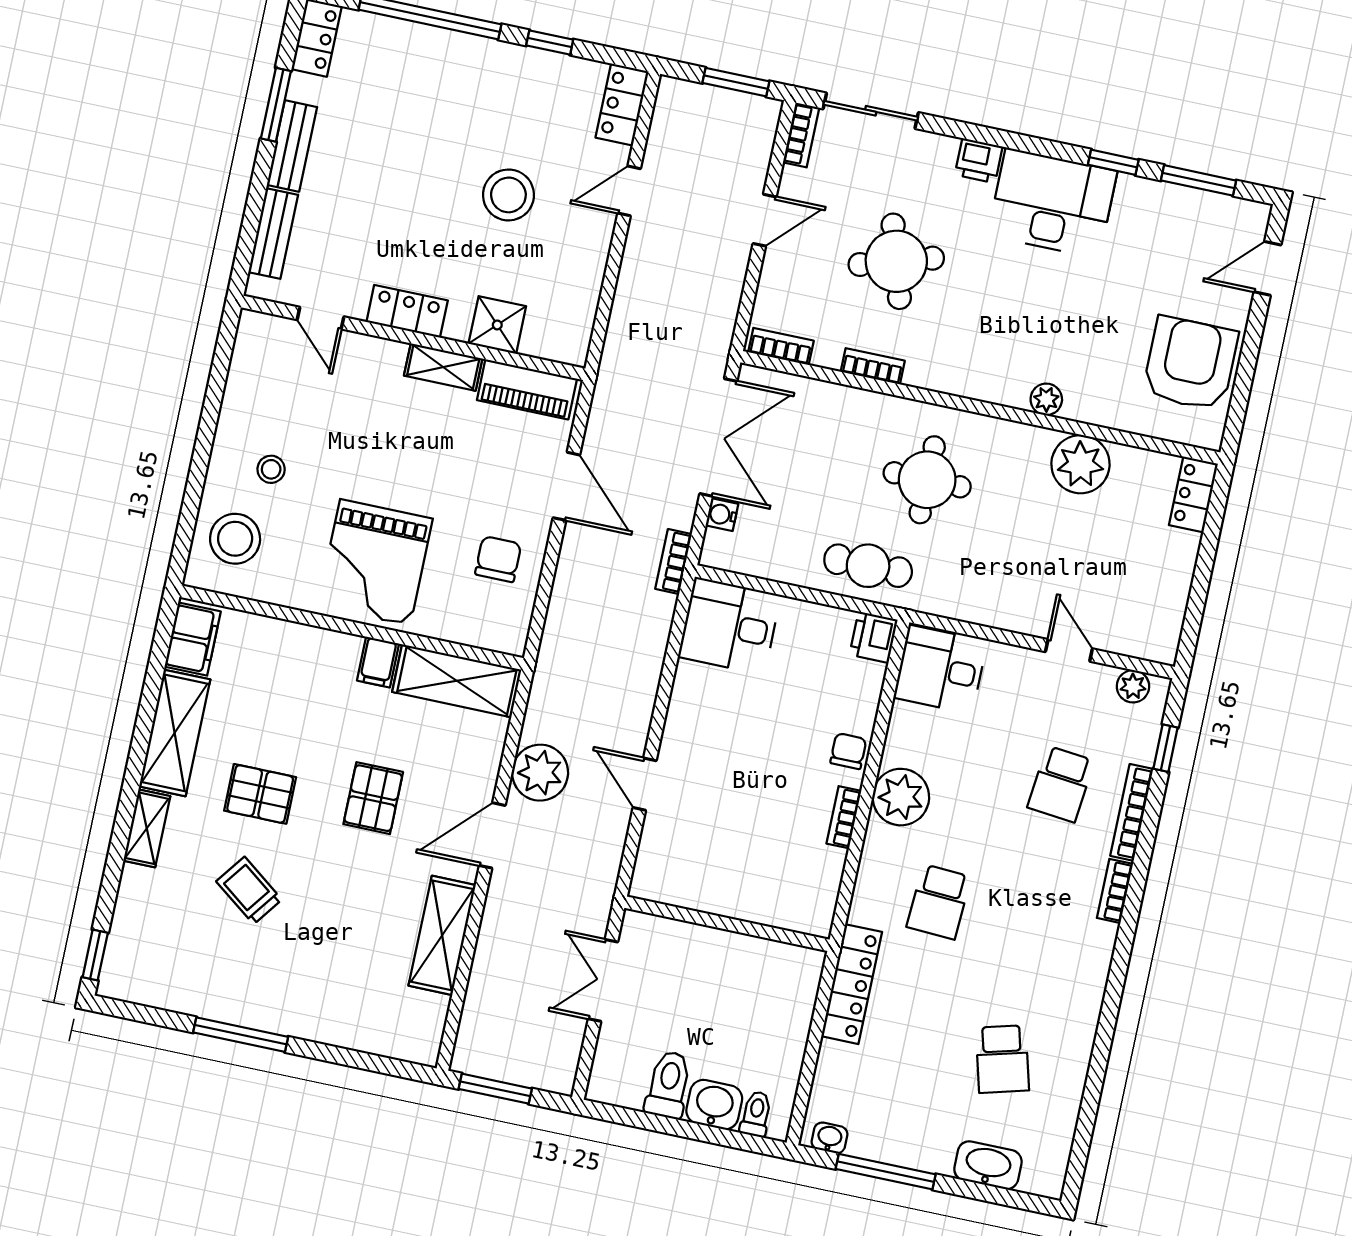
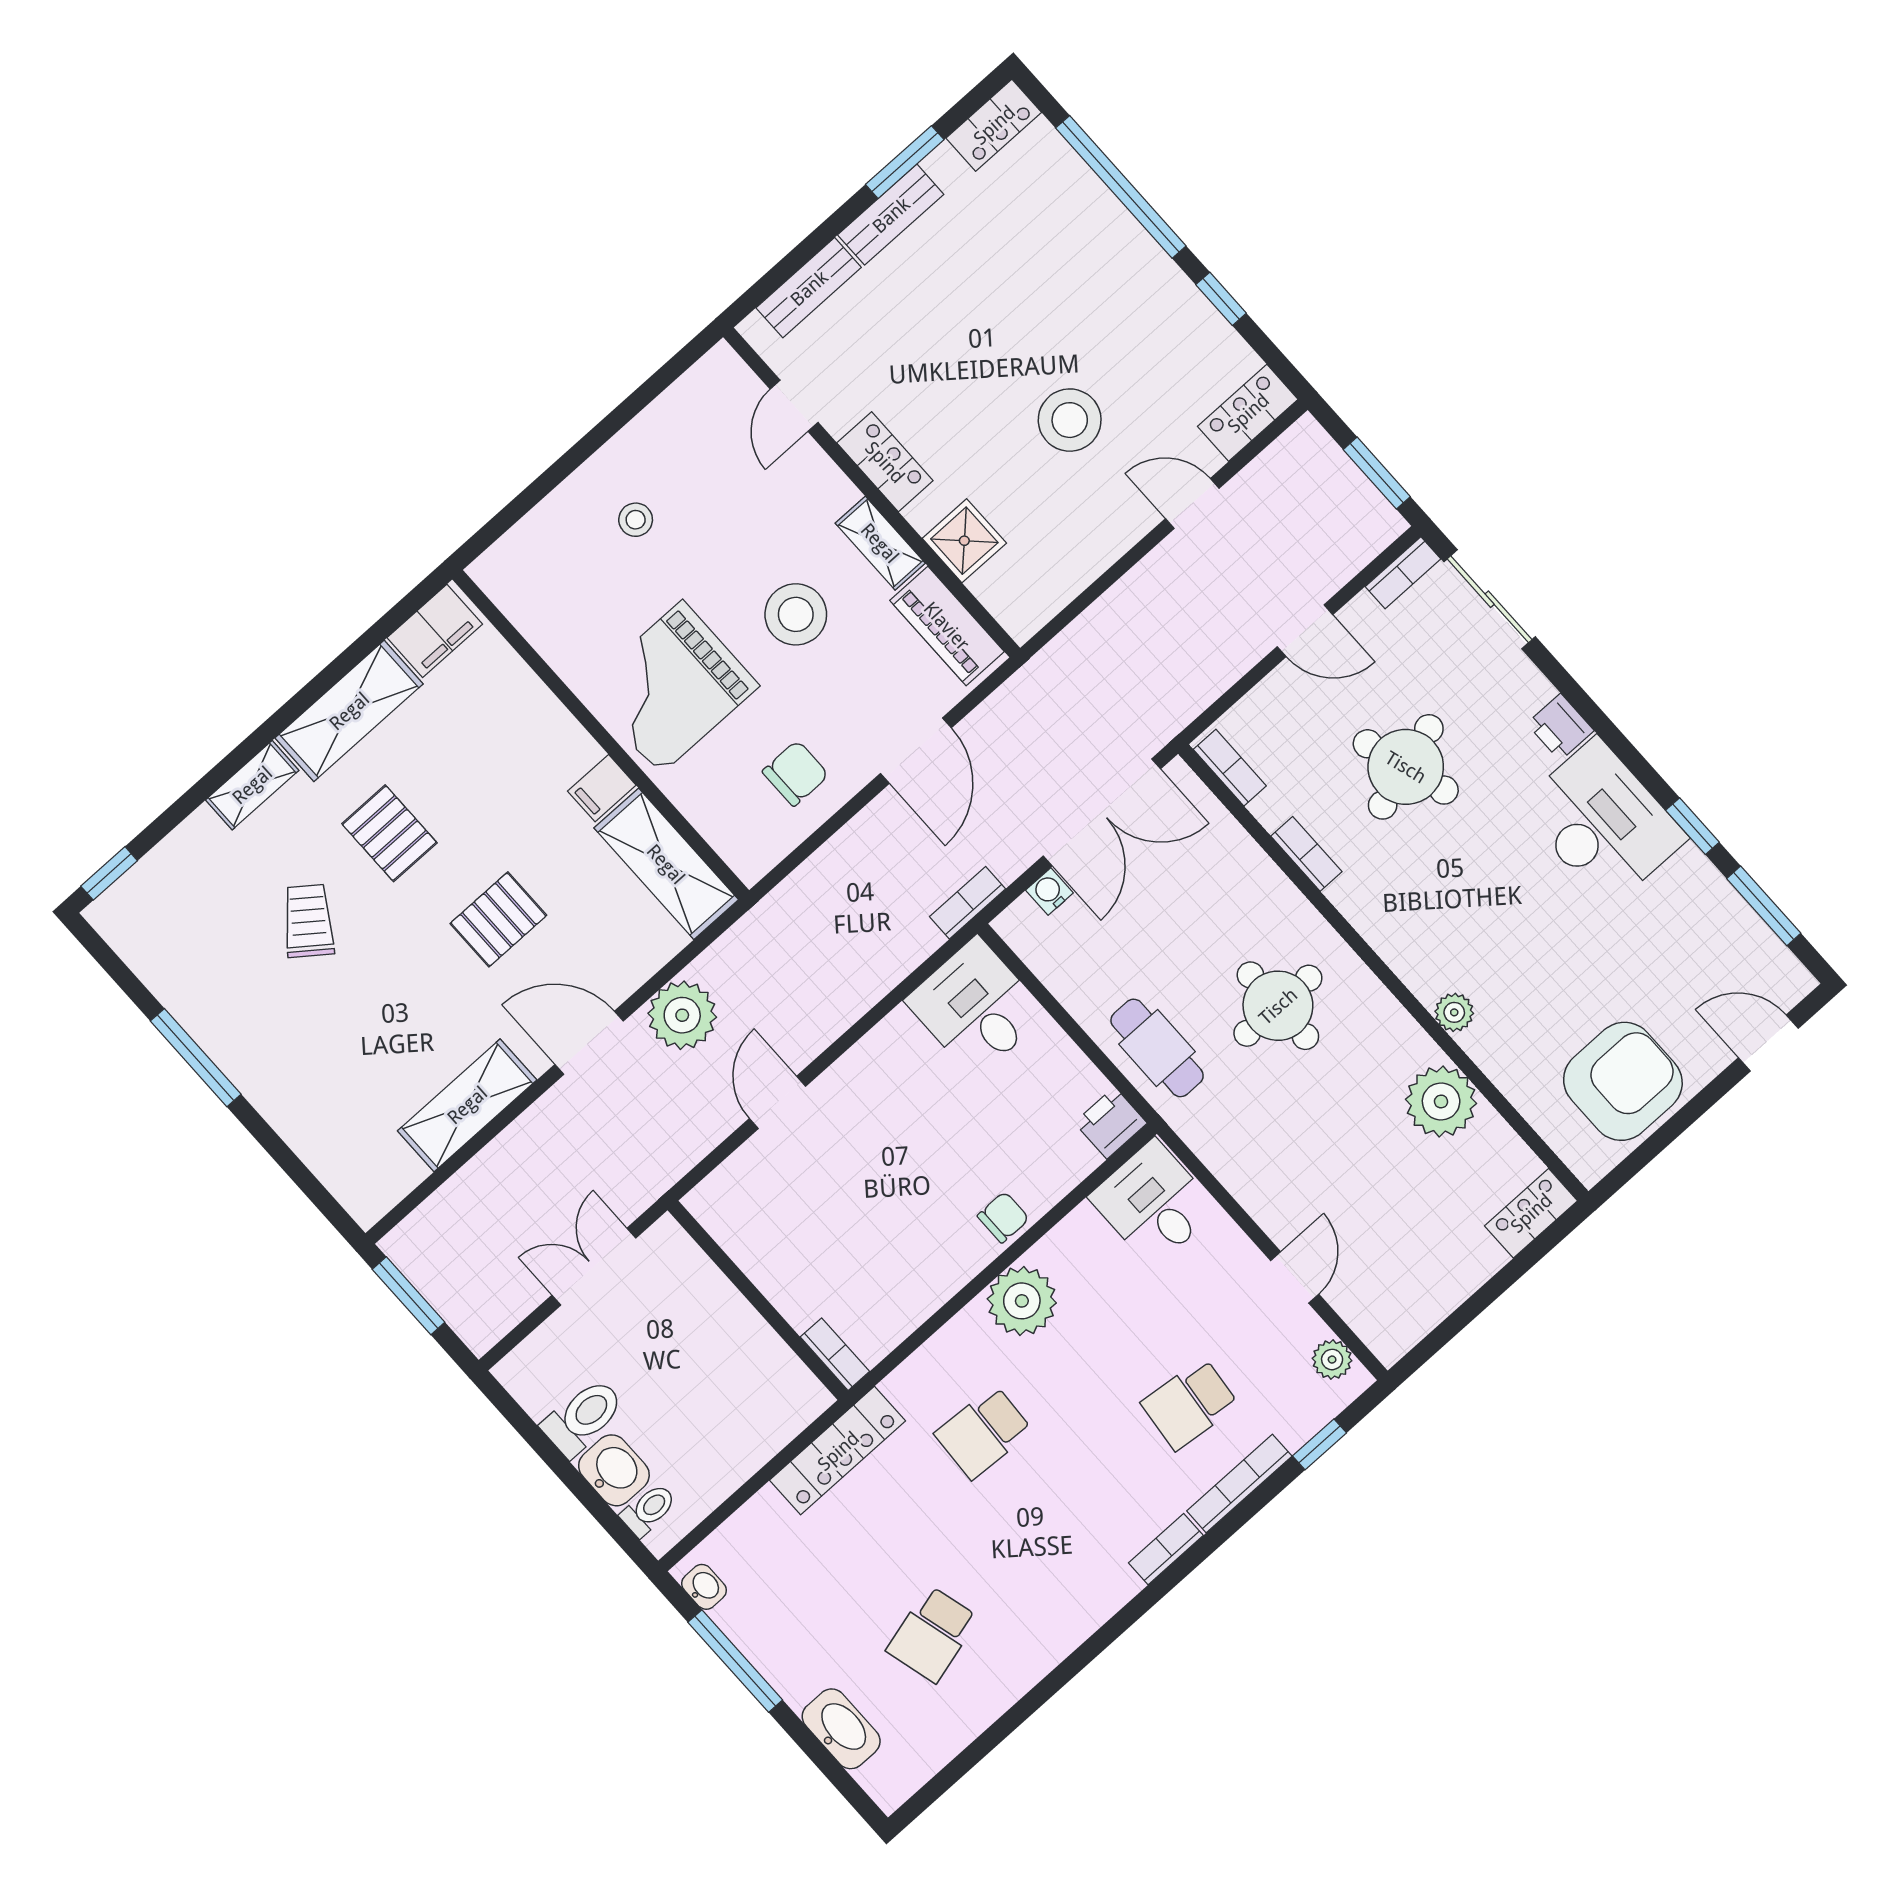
stool: (235, 539) -> (796, 614), moved
bookcase: (844, 817) -> (835, 1354), moved, turned 90

